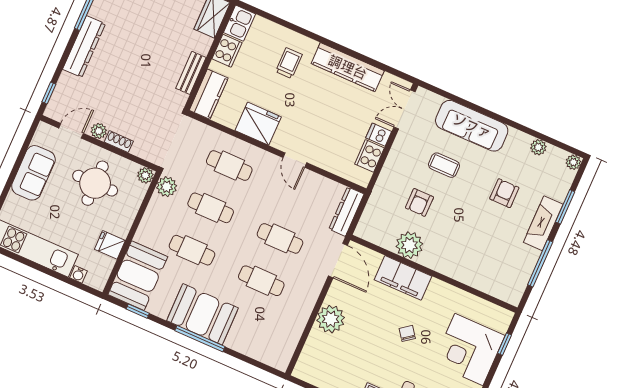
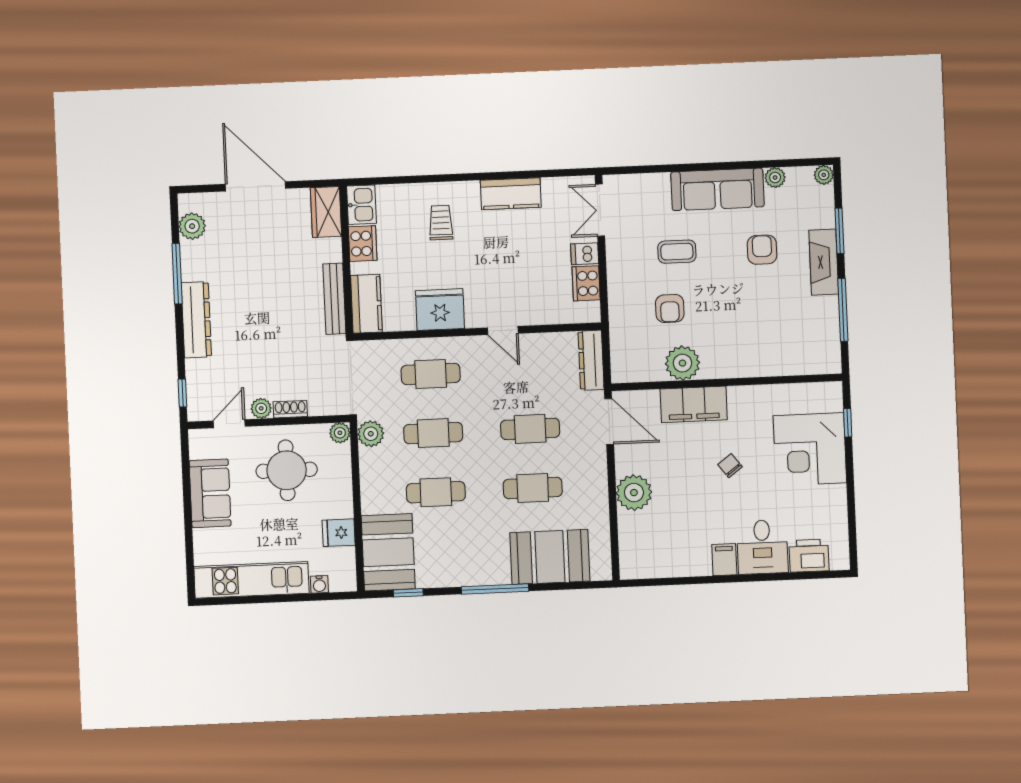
kitchen counter: (348, 67) -> (511, 194), width x0.67
bench: (191, 73) -> (334, 299), width x1.36
sofa: (472, 126) -> (717, 189), moved
booth: (202, 314) -> (550, 557), moved

